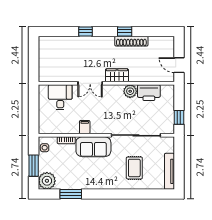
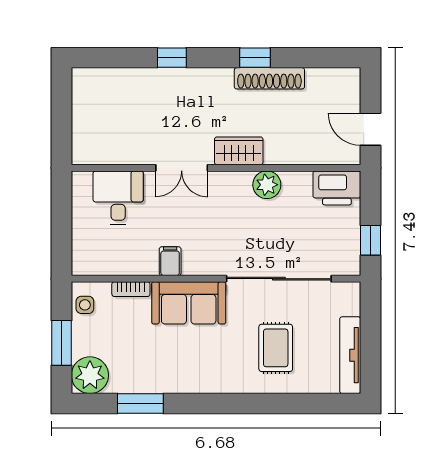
printer: (149, 93) -> (337, 188), moved

